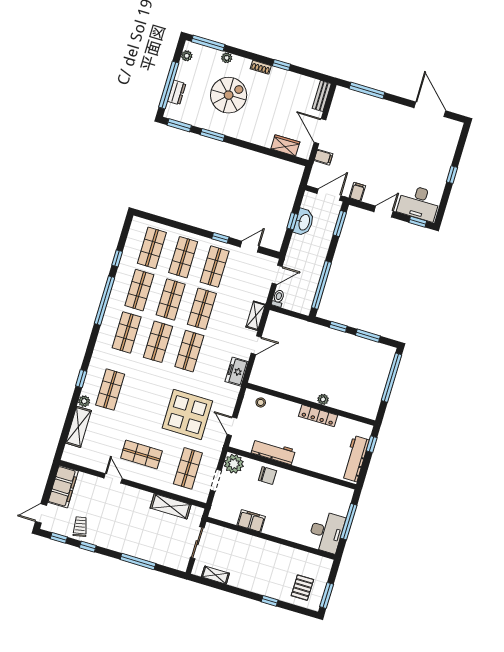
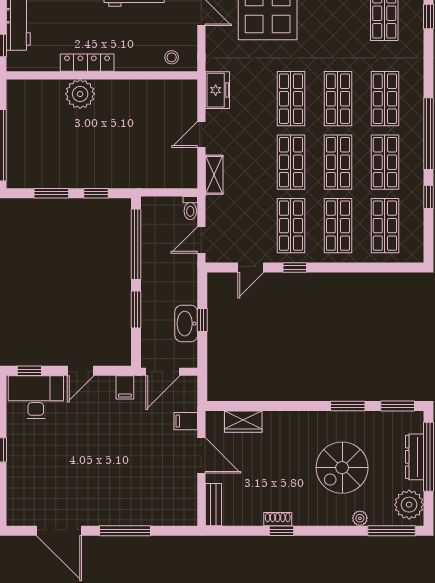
plant: (187, 56) -> (409, 505), width x1.87, depth x1.87
shoe rack: (261, 67) -> (278, 519), moved
window: (367, 91) -> (125, 531), moved
dresser: (177, 92) -> (415, 457), width x1.44
window: (340, 223) -> (136, 309), moved
plant: (323, 399) -> (80, 94), width x1.88, depth x1.88

